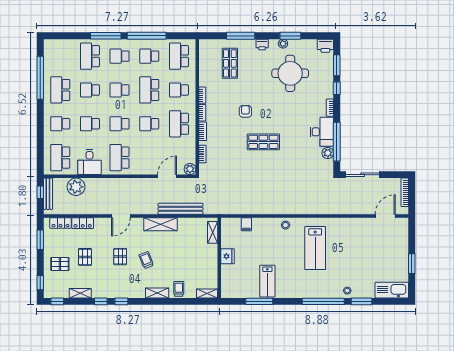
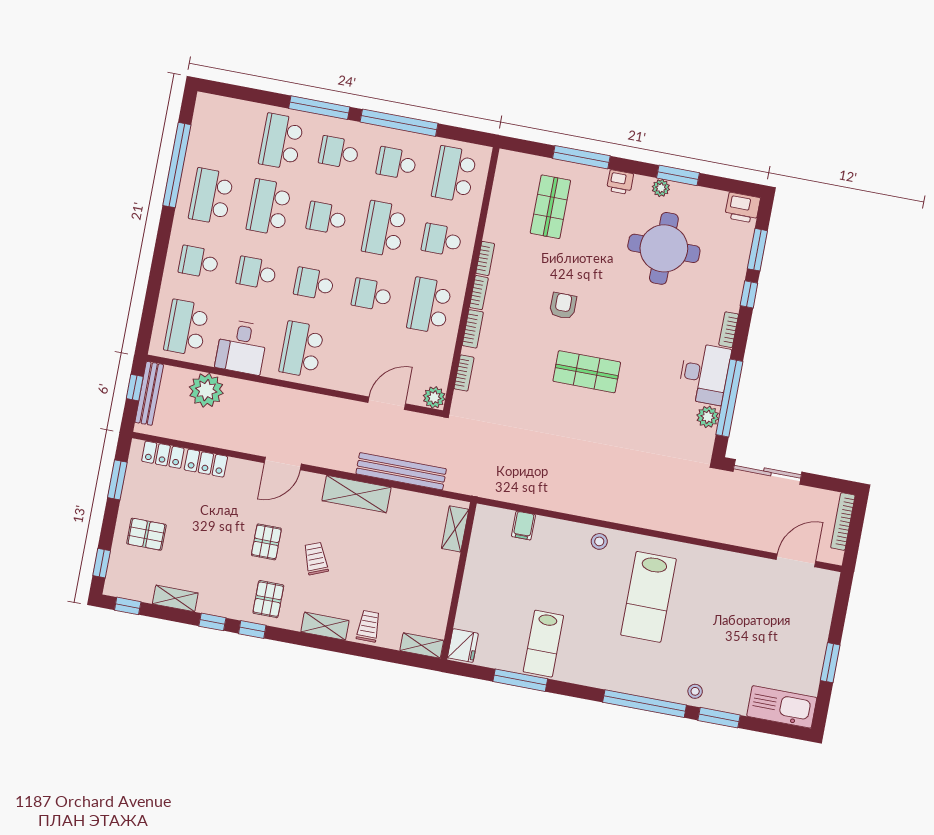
school desk: (90, 90) -> (269, 207), width x1.85
fridge: (228, 256) -> (463, 646), moved
pallet: (85, 257) -> (268, 599), moved

